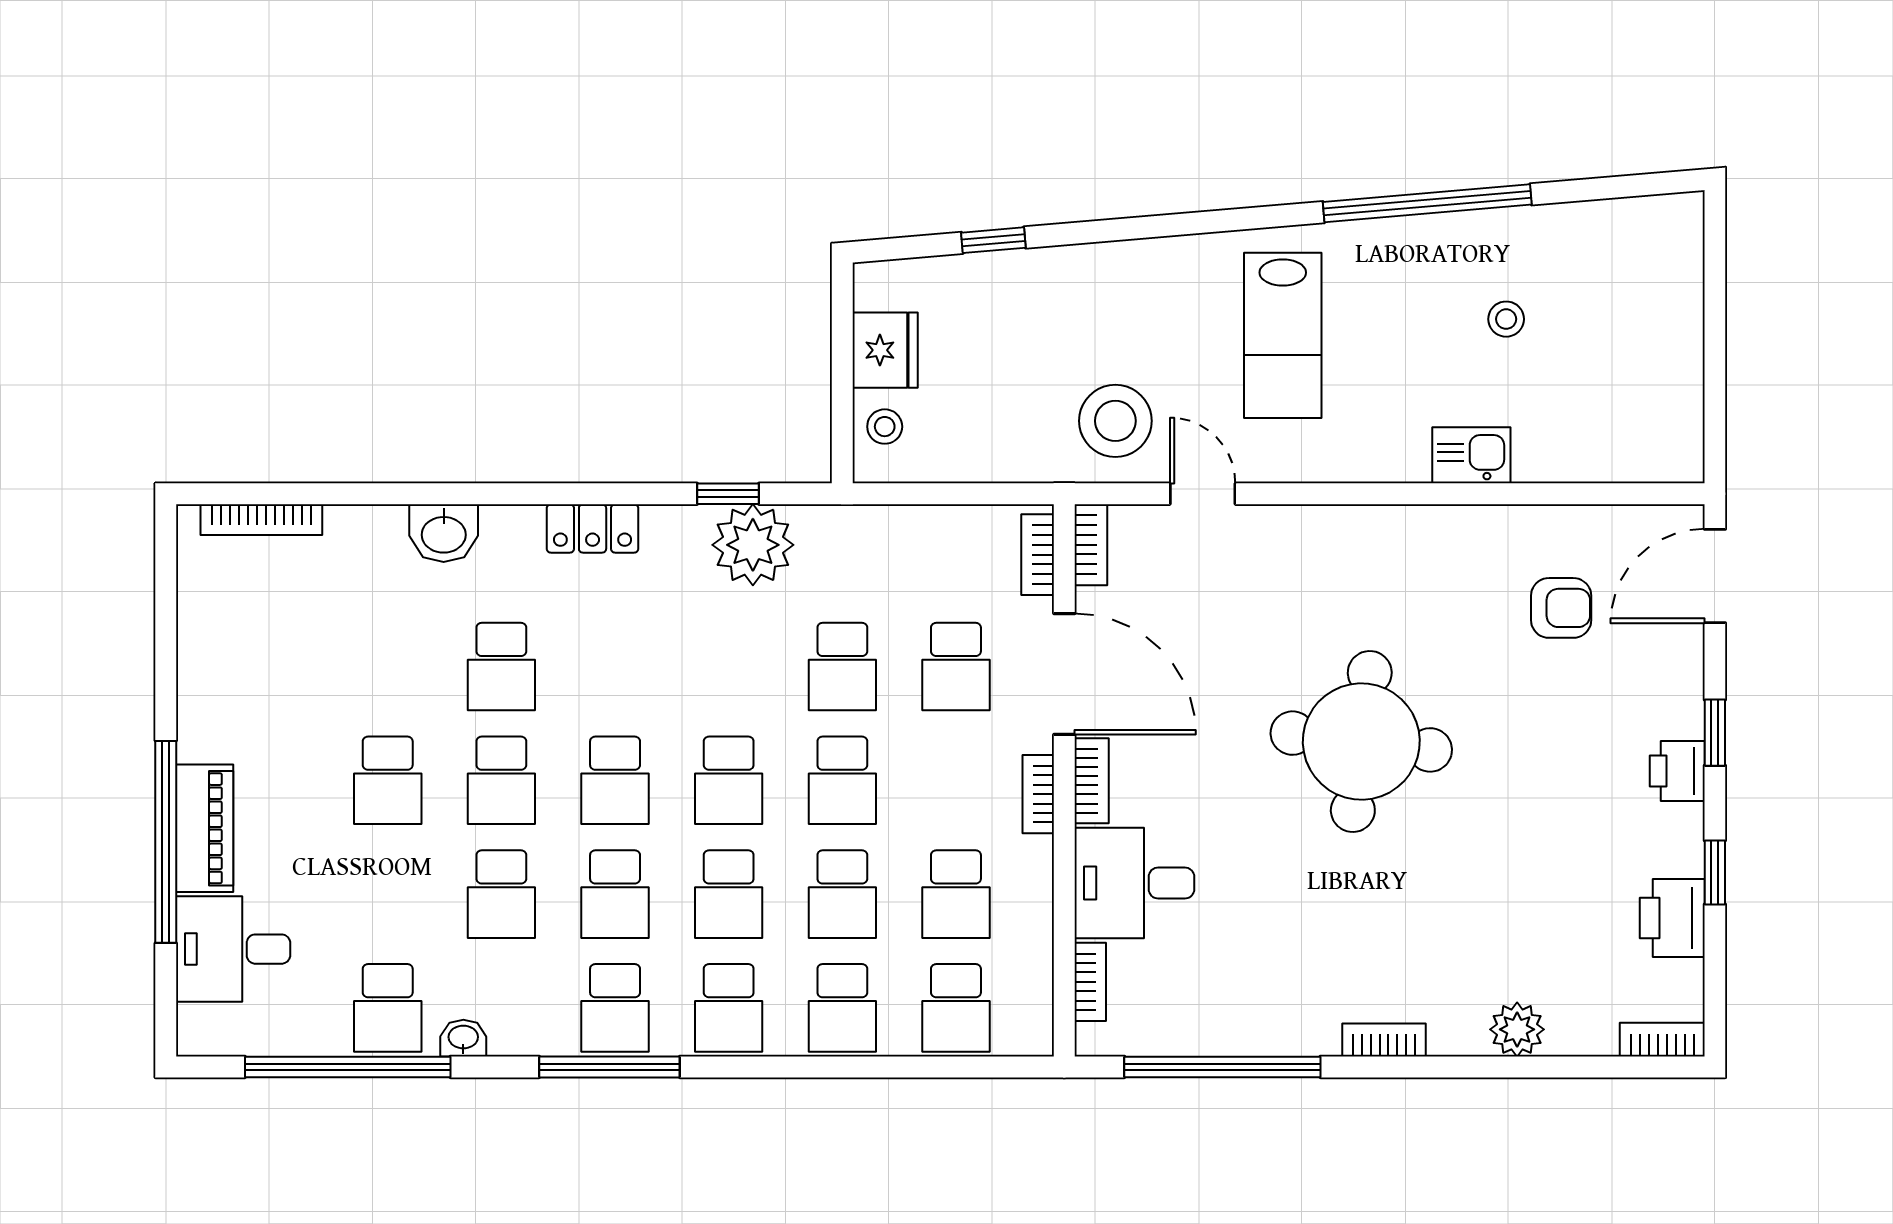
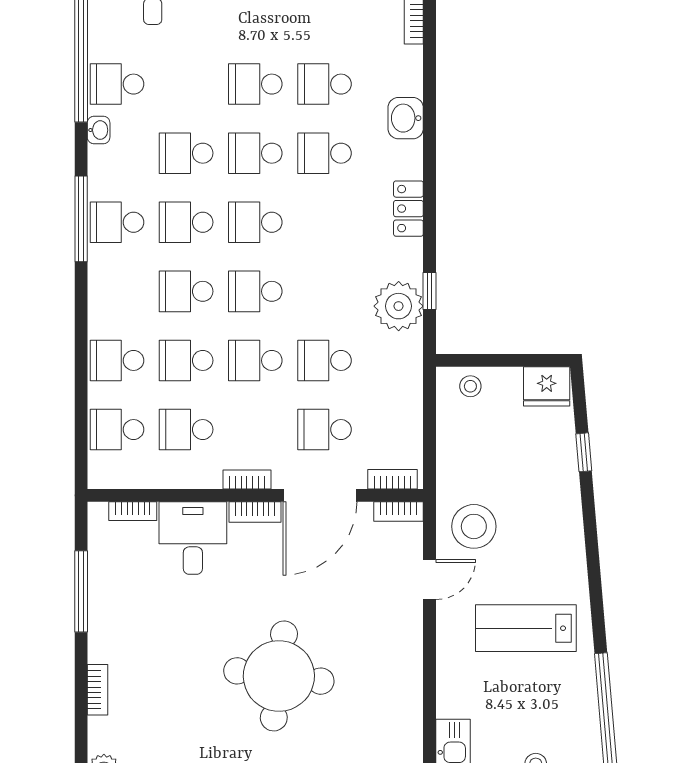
fridge: (885, 350) -> (547, 386), moved
school desk: (729, 1008) -> (324, 84), moved
window: (1222, 1067) -> (81, 591), width x0.68

